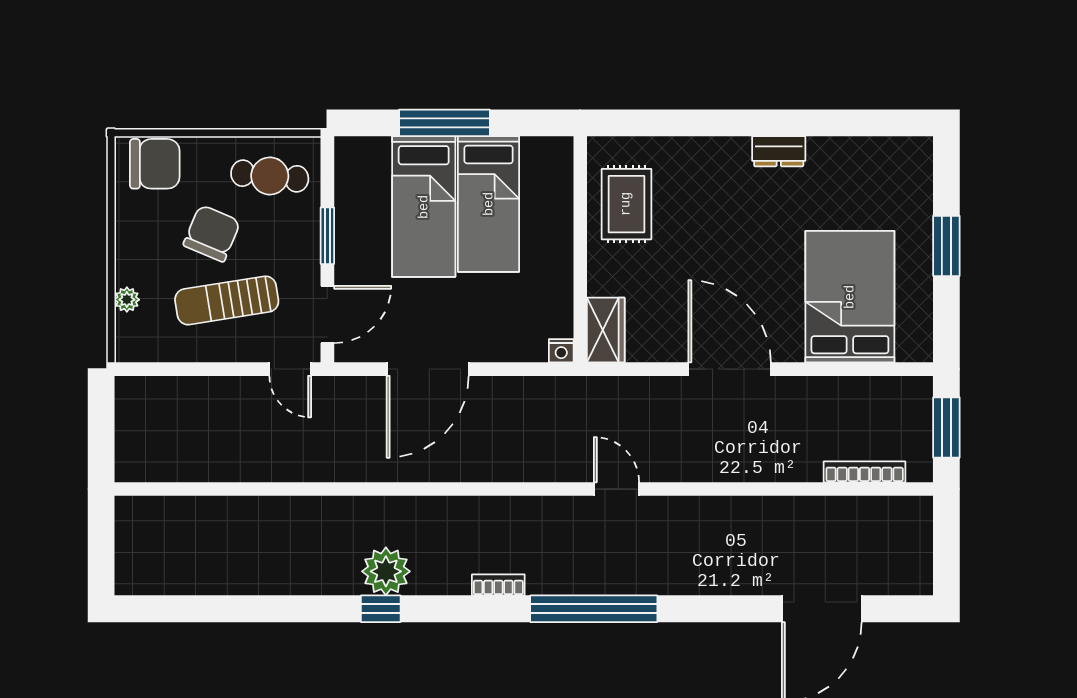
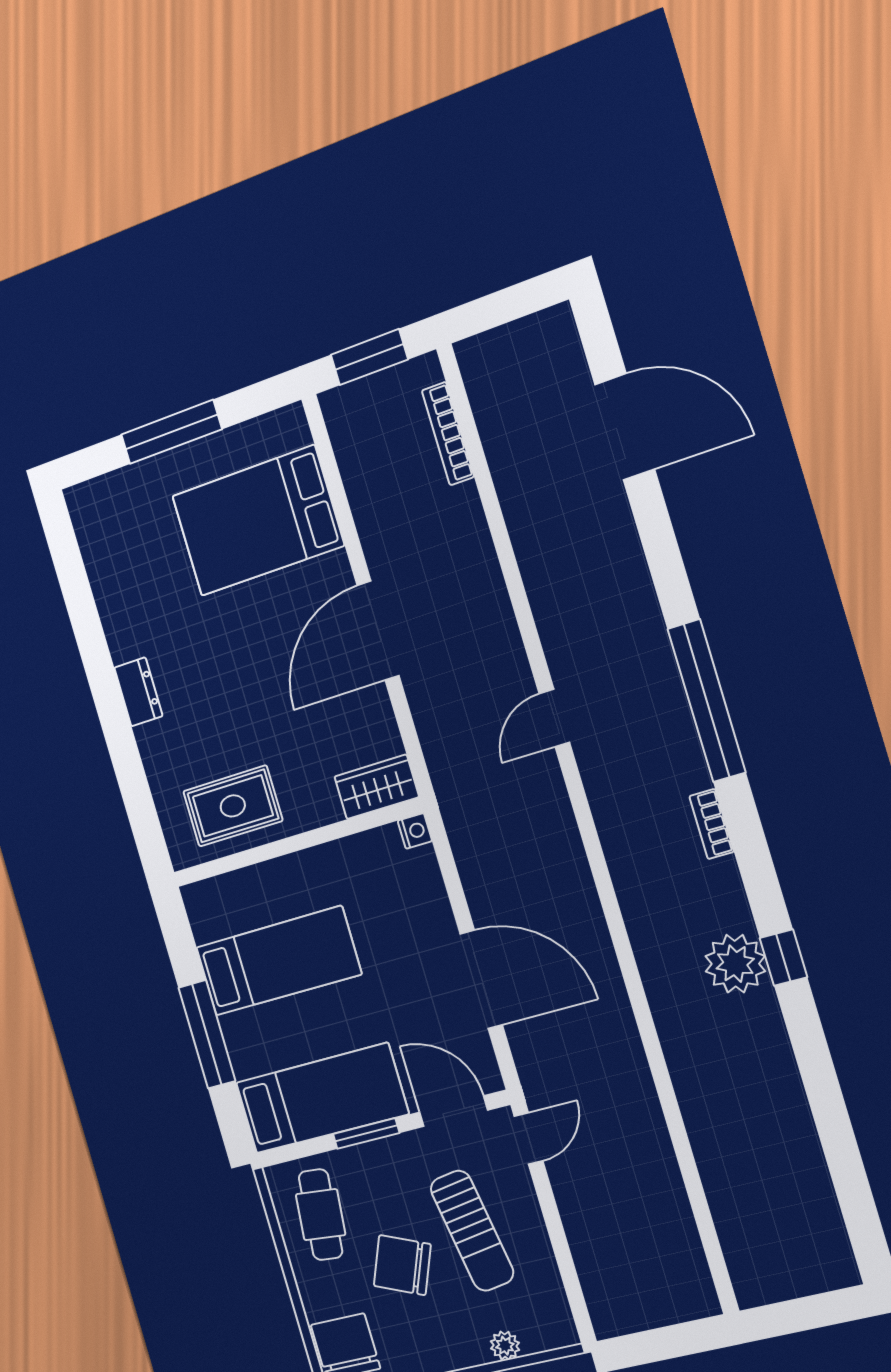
dresser: (779, 151) -> (138, 692), moved
bed: (424, 207) -> (322, 1098), moved
window: (946, 246) -> (171, 432), width x1.44

